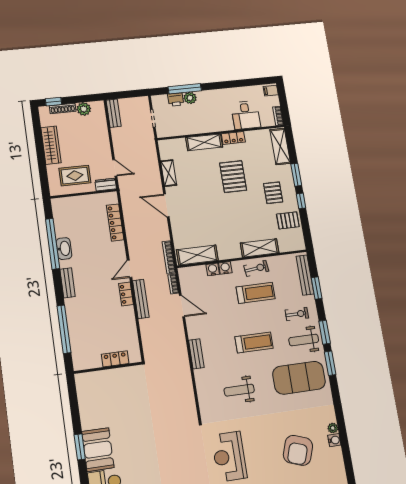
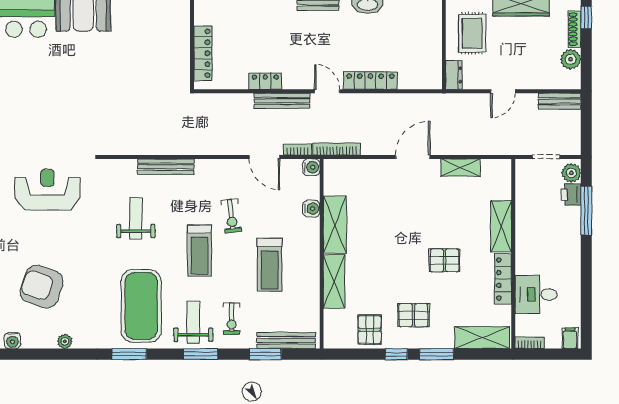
plant: (190, 98) -> (571, 173), moved
locker: (233, 138) -> (503, 279), width x1.53
door: (115, 168) -> (503, 91), moved
pallet: (233, 177) -> (444, 260), width x0.67, depth x0.71
locker: (115, 223) -> (370, 81), moved
shelving: (197, 255) -> (335, 225), moved
water cooler: (225, 268) -> (311, 167), moved
exercise bike: (256, 268) -> (231, 216), moved
locker: (126, 294) -> (265, 81), moved
door: (182, 306) -> (264, 157), hinge flipped
bench: (196, 354) -> (166, 167), moved, width x1.36
locker: (115, 359) -> (203, 53), width x1.53
window: (330, 363) -> (129, 354), moved
water cooler: (334, 440) -> (12, 340), moved

